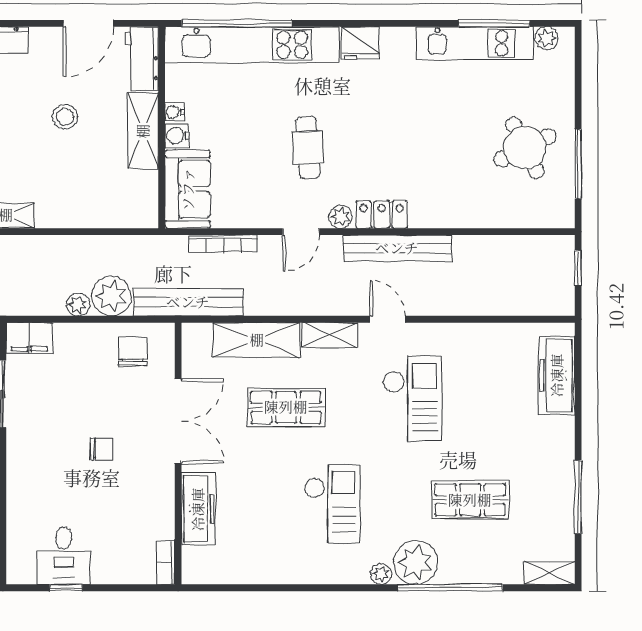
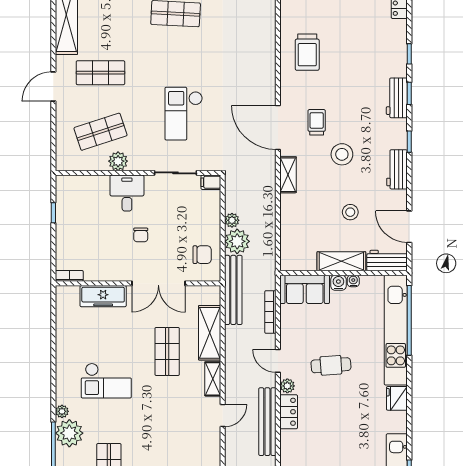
filing cabinet: (29, 338) -> (211, 182), width x0.50
checkout: (412, 399) -> (173, 431), removed
desk: (64, 556) -> (127, 193), moved, turned 90

